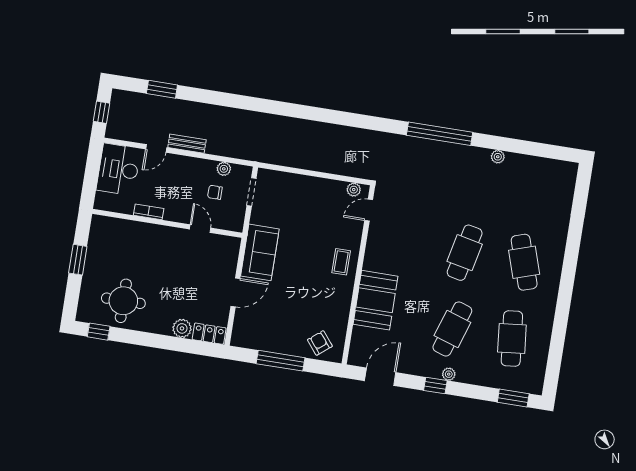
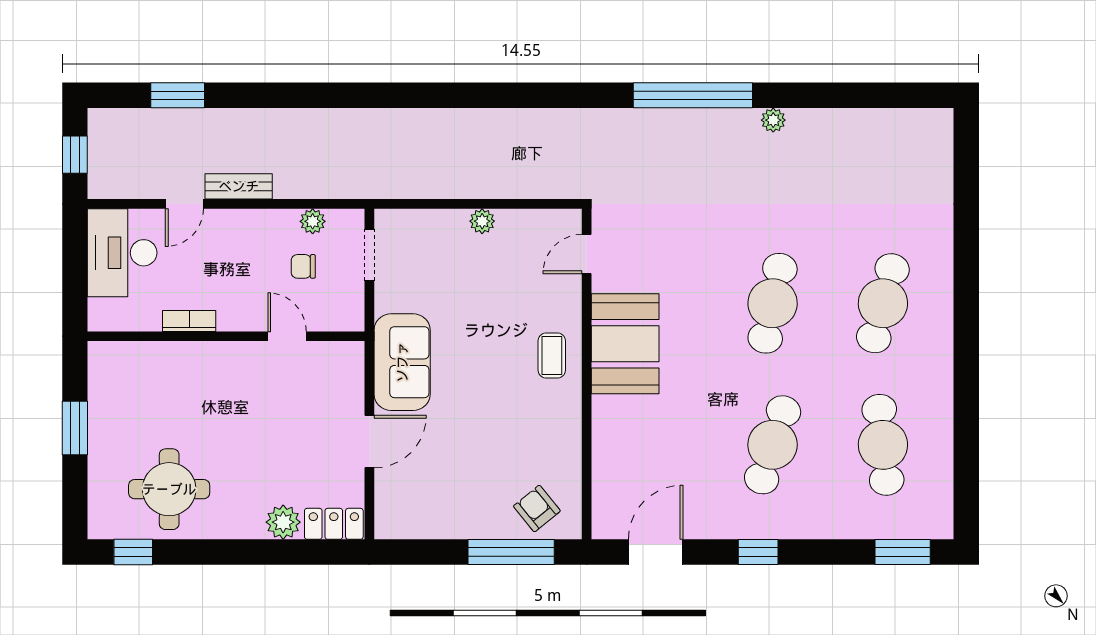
plant: (498, 157) -> (773, 120), moved
plant: (354, 190) -> (482, 221), moved
cafe table: (524, 262) -> (883, 303), turned 33
booth: (375, 300) -> (625, 344), moved
window: (280, 361) -> (511, 552), moved
plant: (449, 374) -> (779, 528), removed

